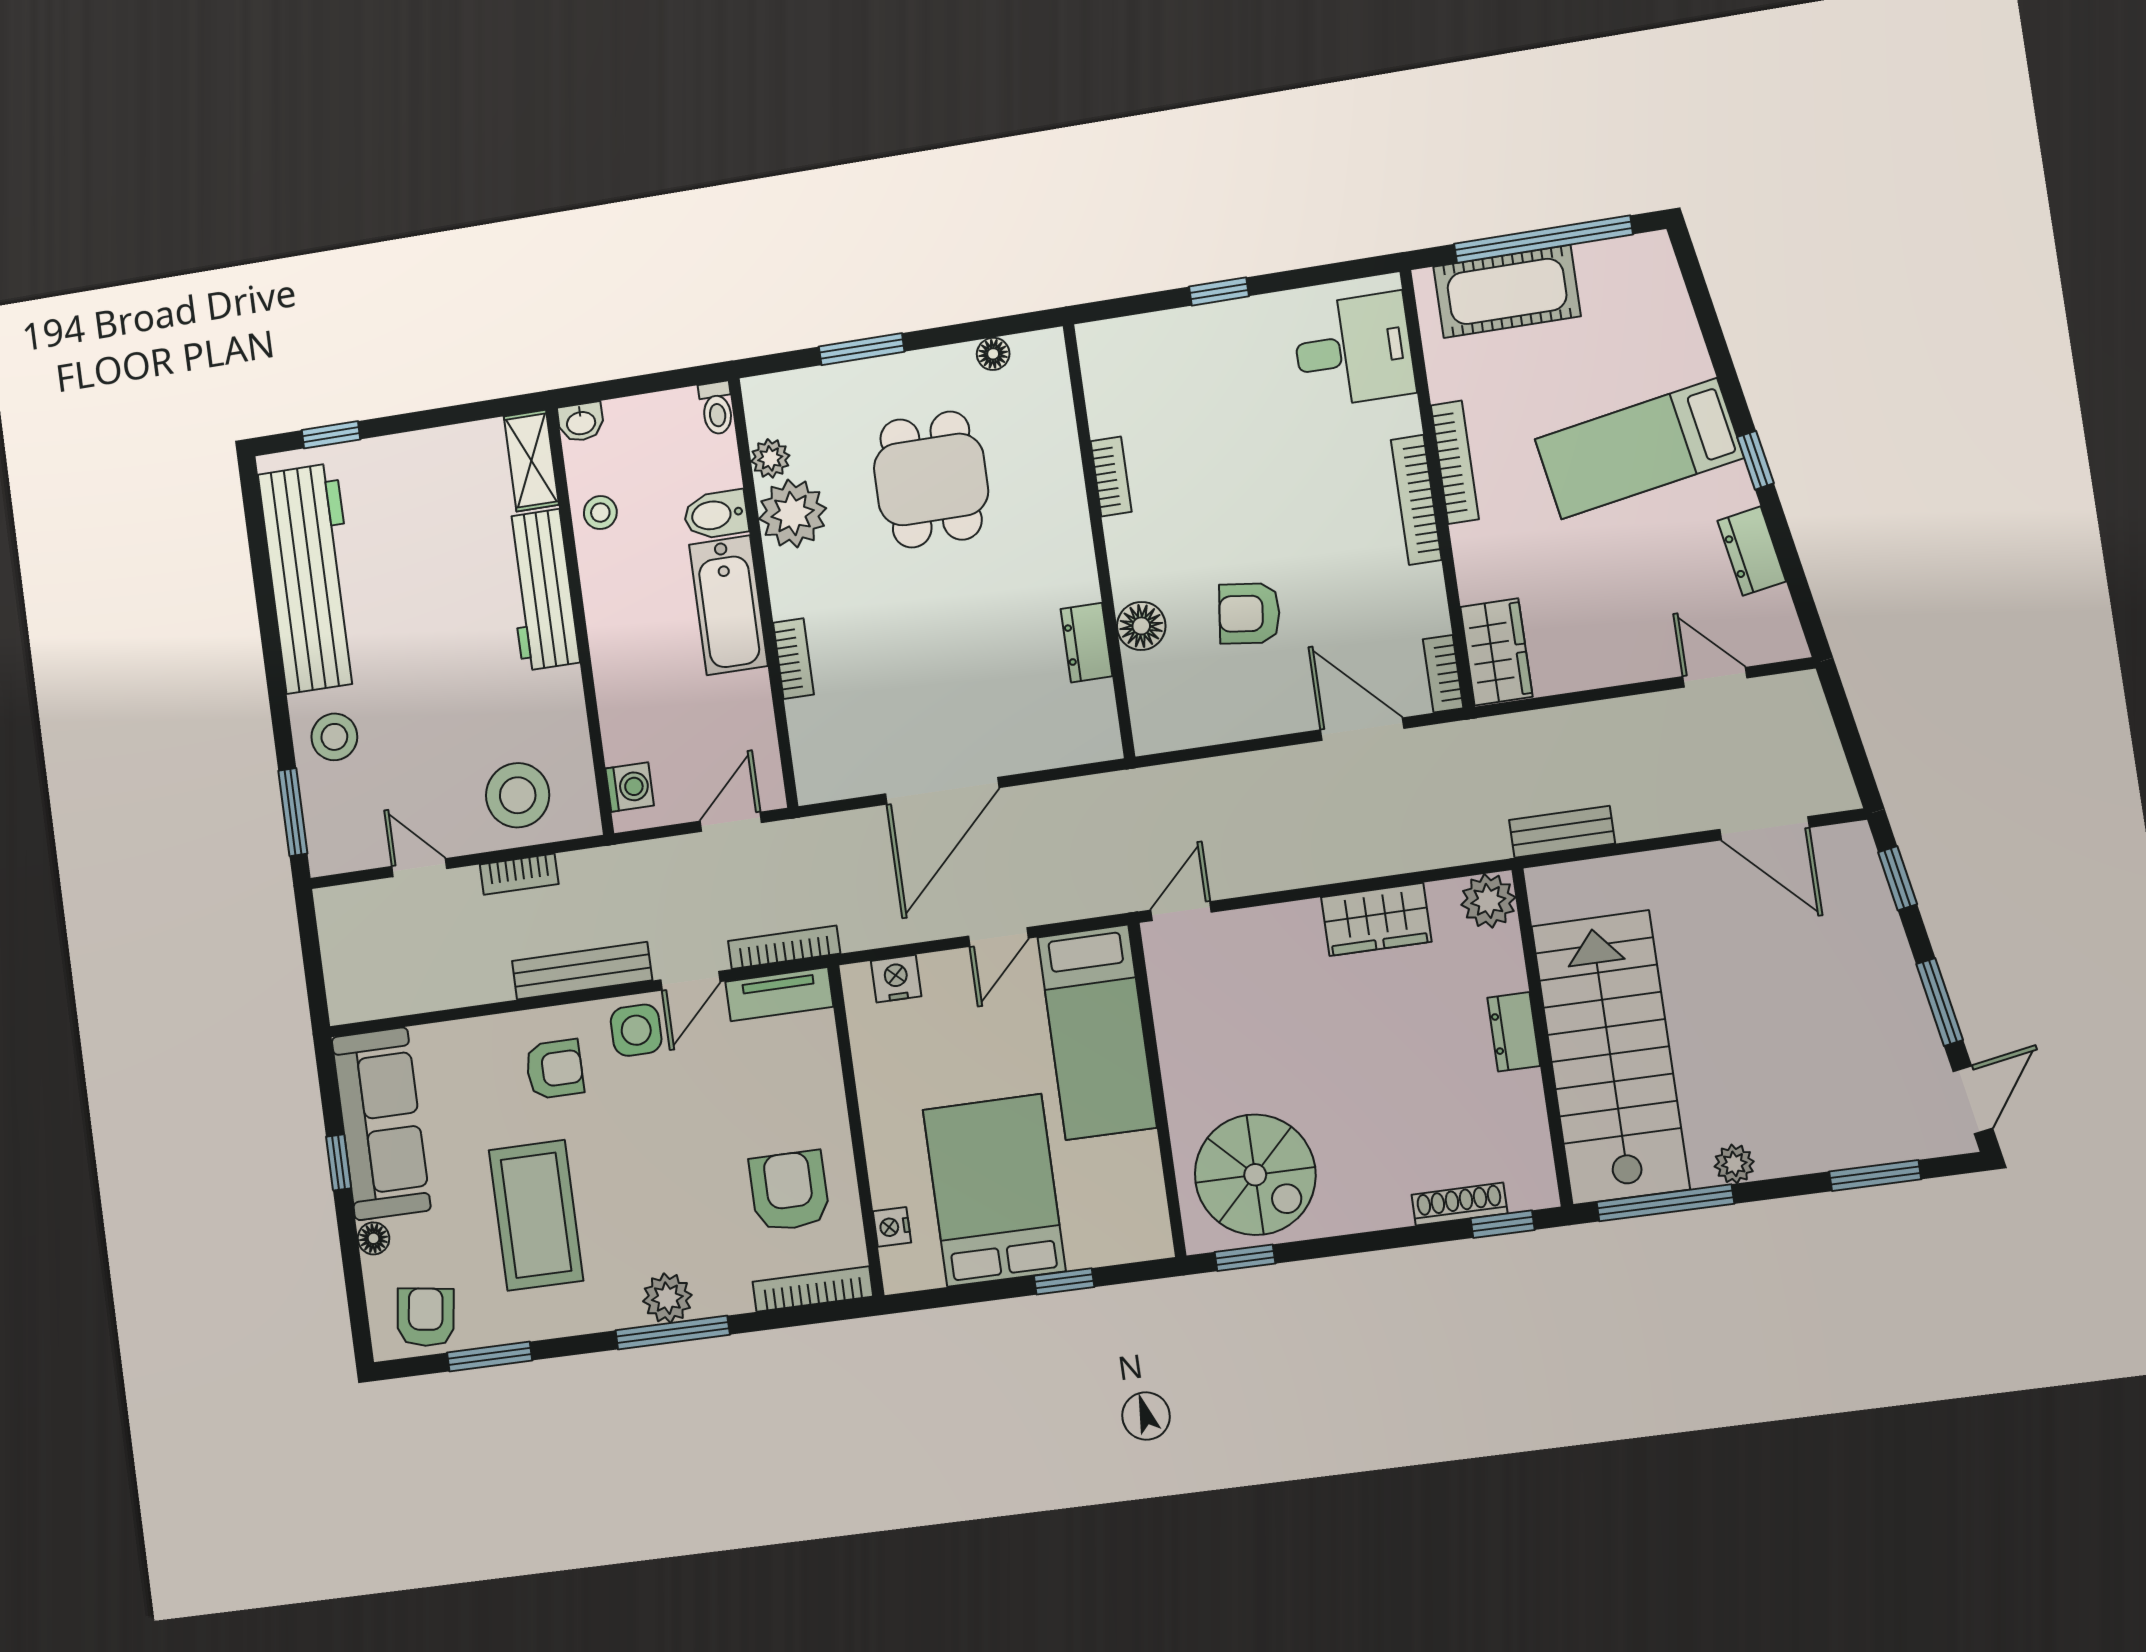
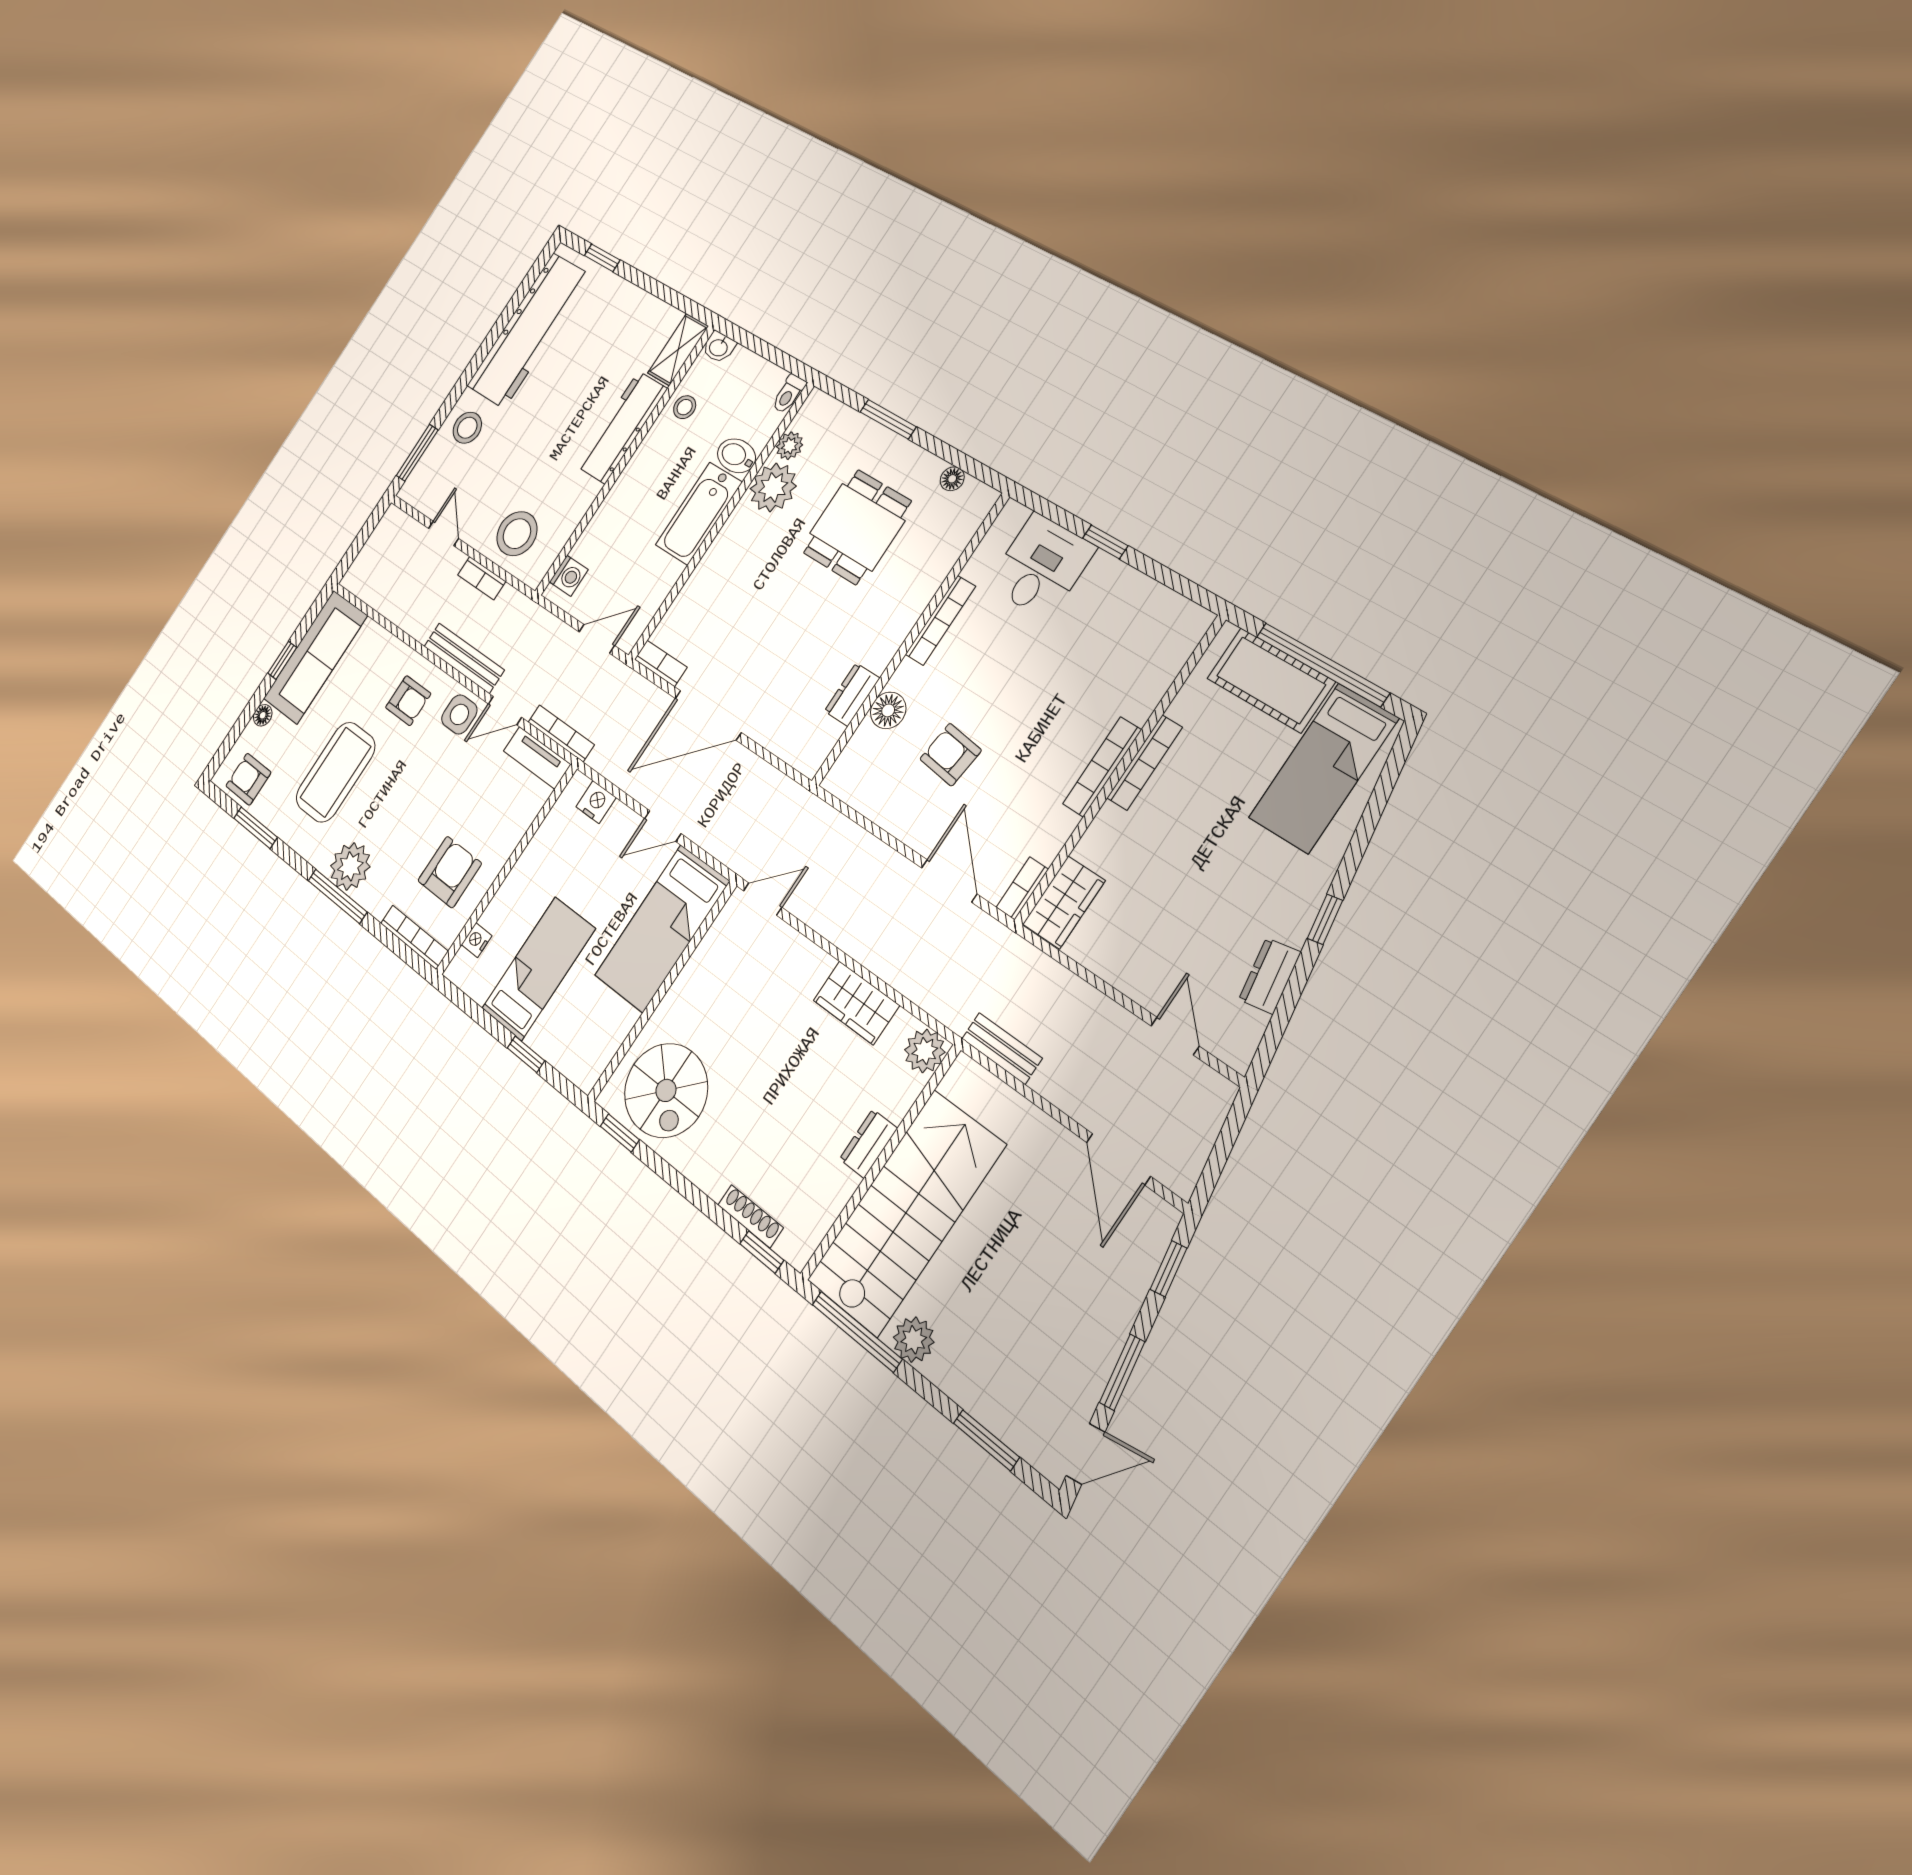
desk: (1354, 350) -> (1041, 566), moved, turned -90
bed: (1639, 449) -> (1323, 768), moved, turned -80
bookcase: (1111, 477) -> (940, 620), width x1.56
bookcase: (793, 659) -> (661, 663), moved, turned -90
plant: (1734, 1164) -> (914, 1340), width x1.38, depth x1.38
bed: (994, 1190) -> (538, 969), width x0.67
plant: (667, 1298) -> (350, 866), width x1.36, depth x1.36
armchair: (426, 1317) -> (248, 779), turned -98

